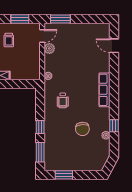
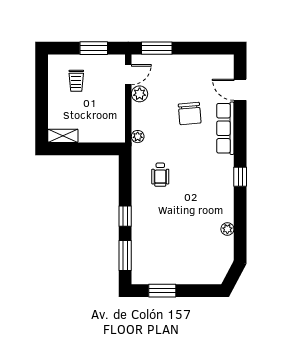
row of seats: (104, 90) -> (225, 128), moved
window: (114, 126) -> (240, 177), moved
chair: (82, 129) -> (190, 114), moved

